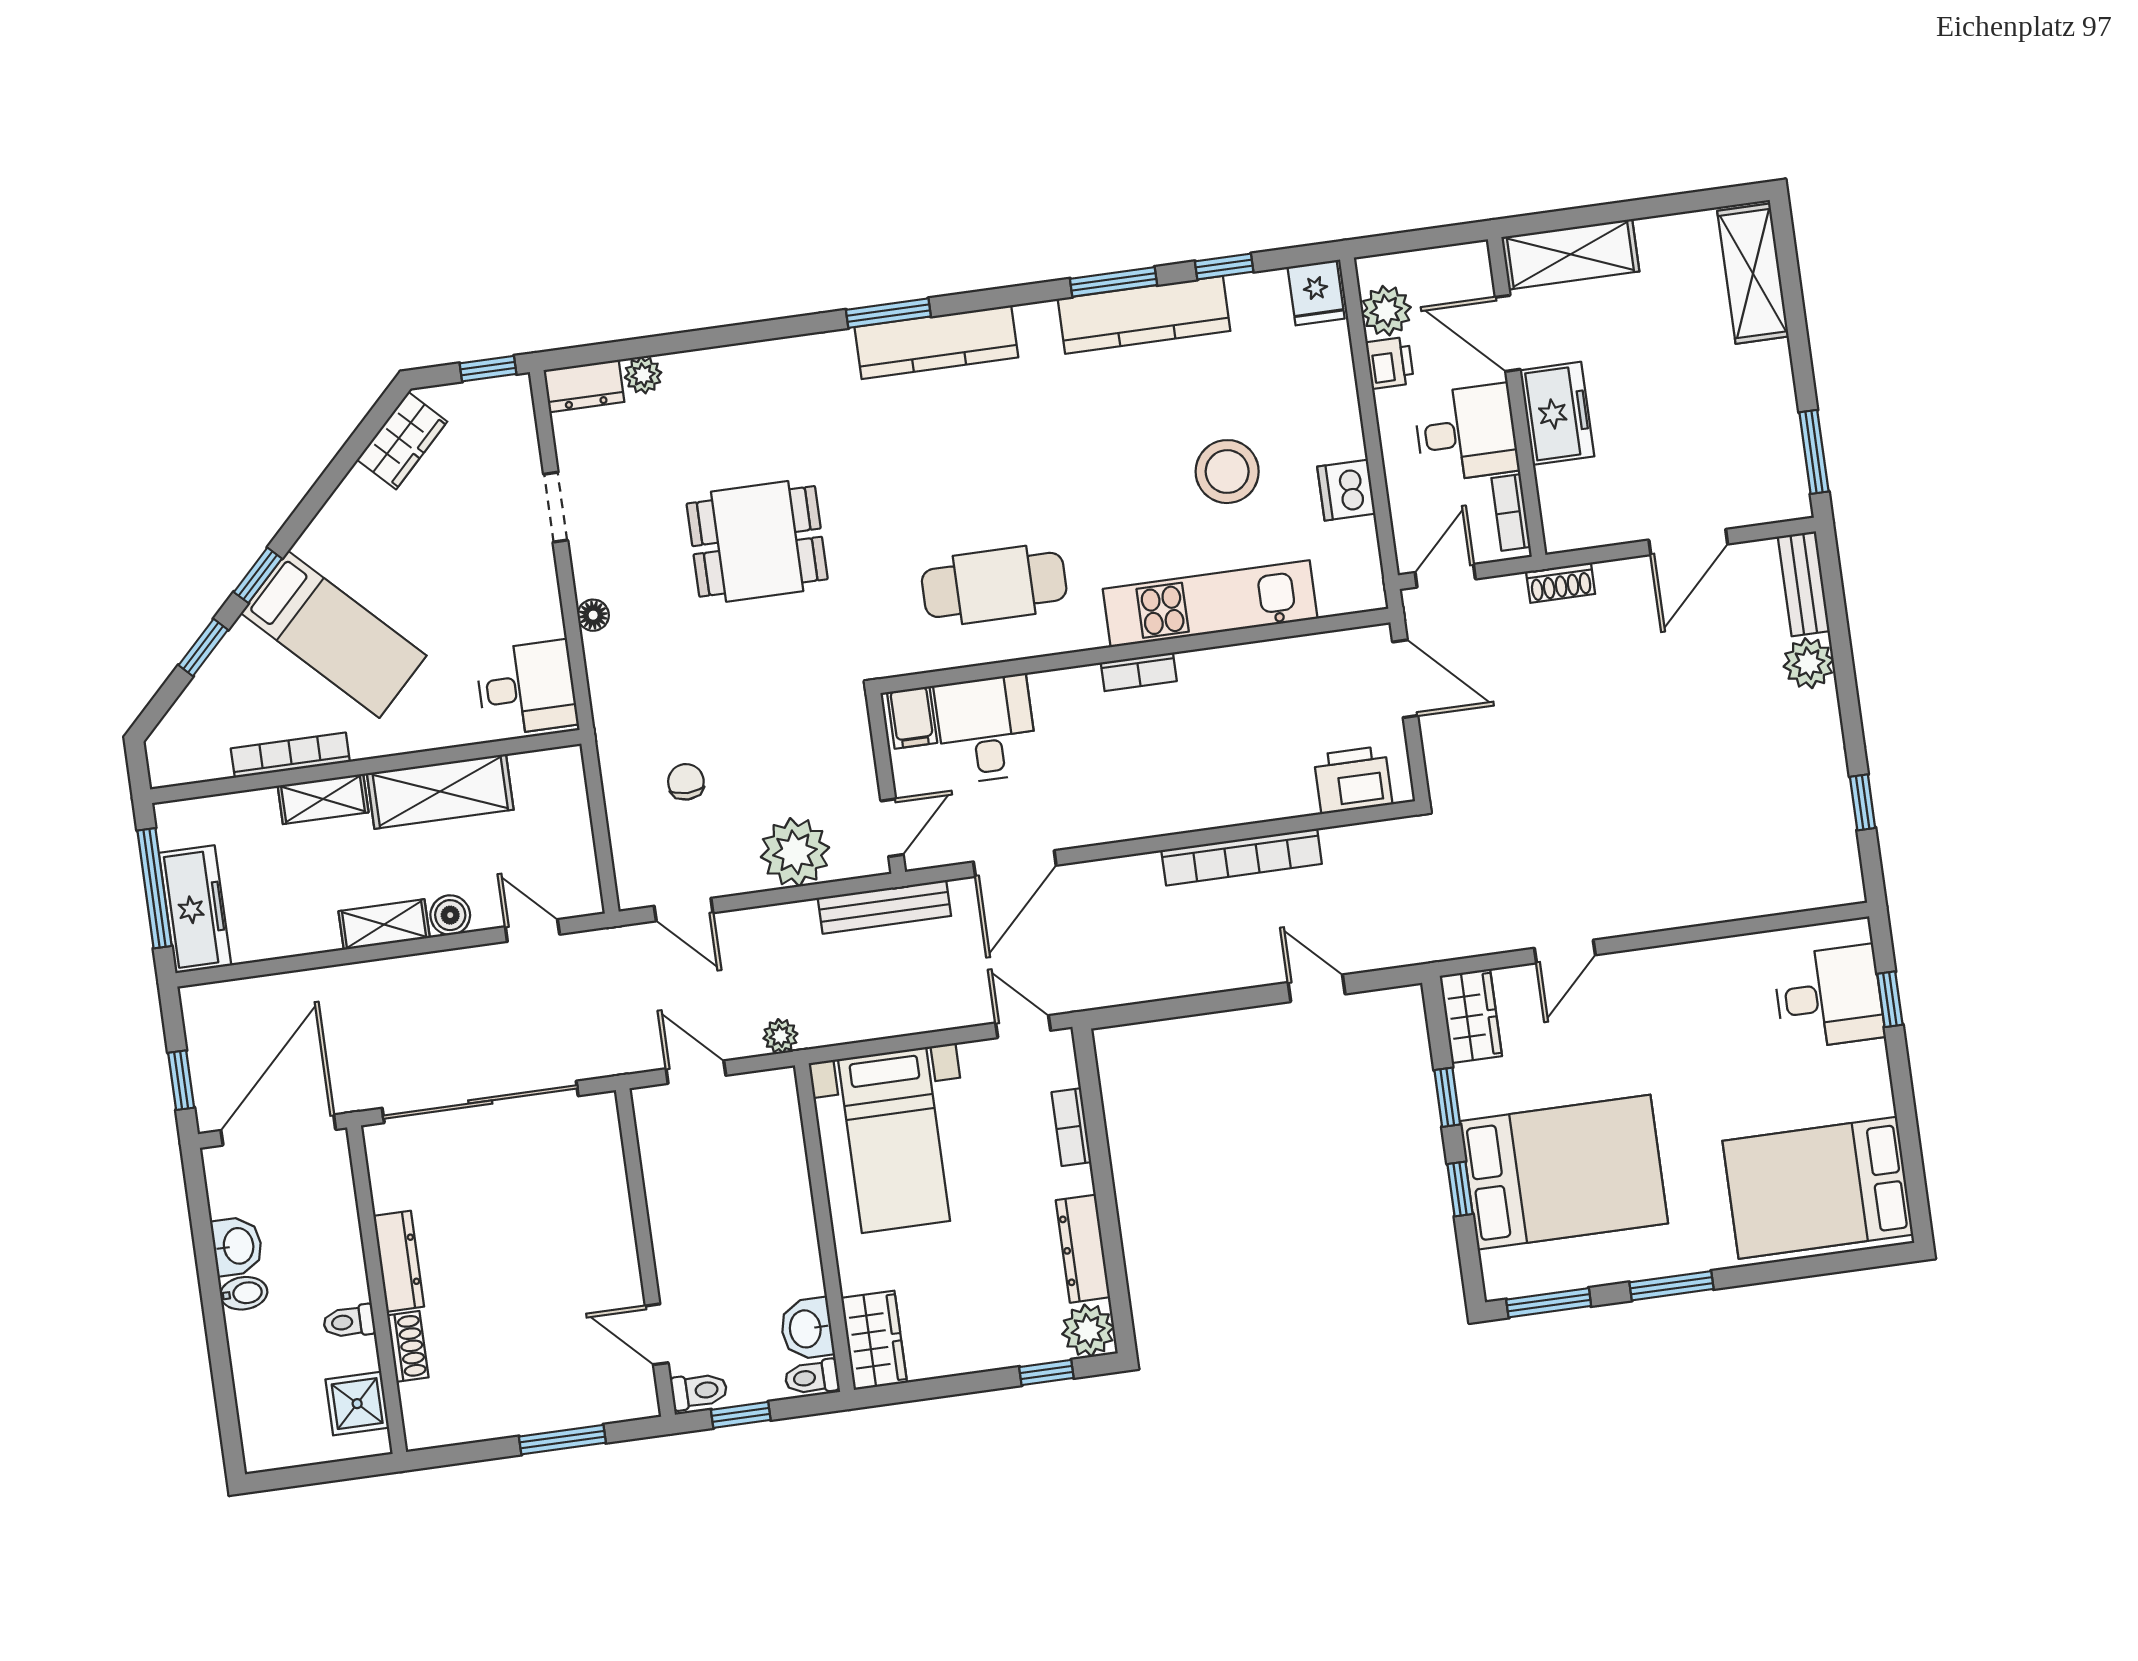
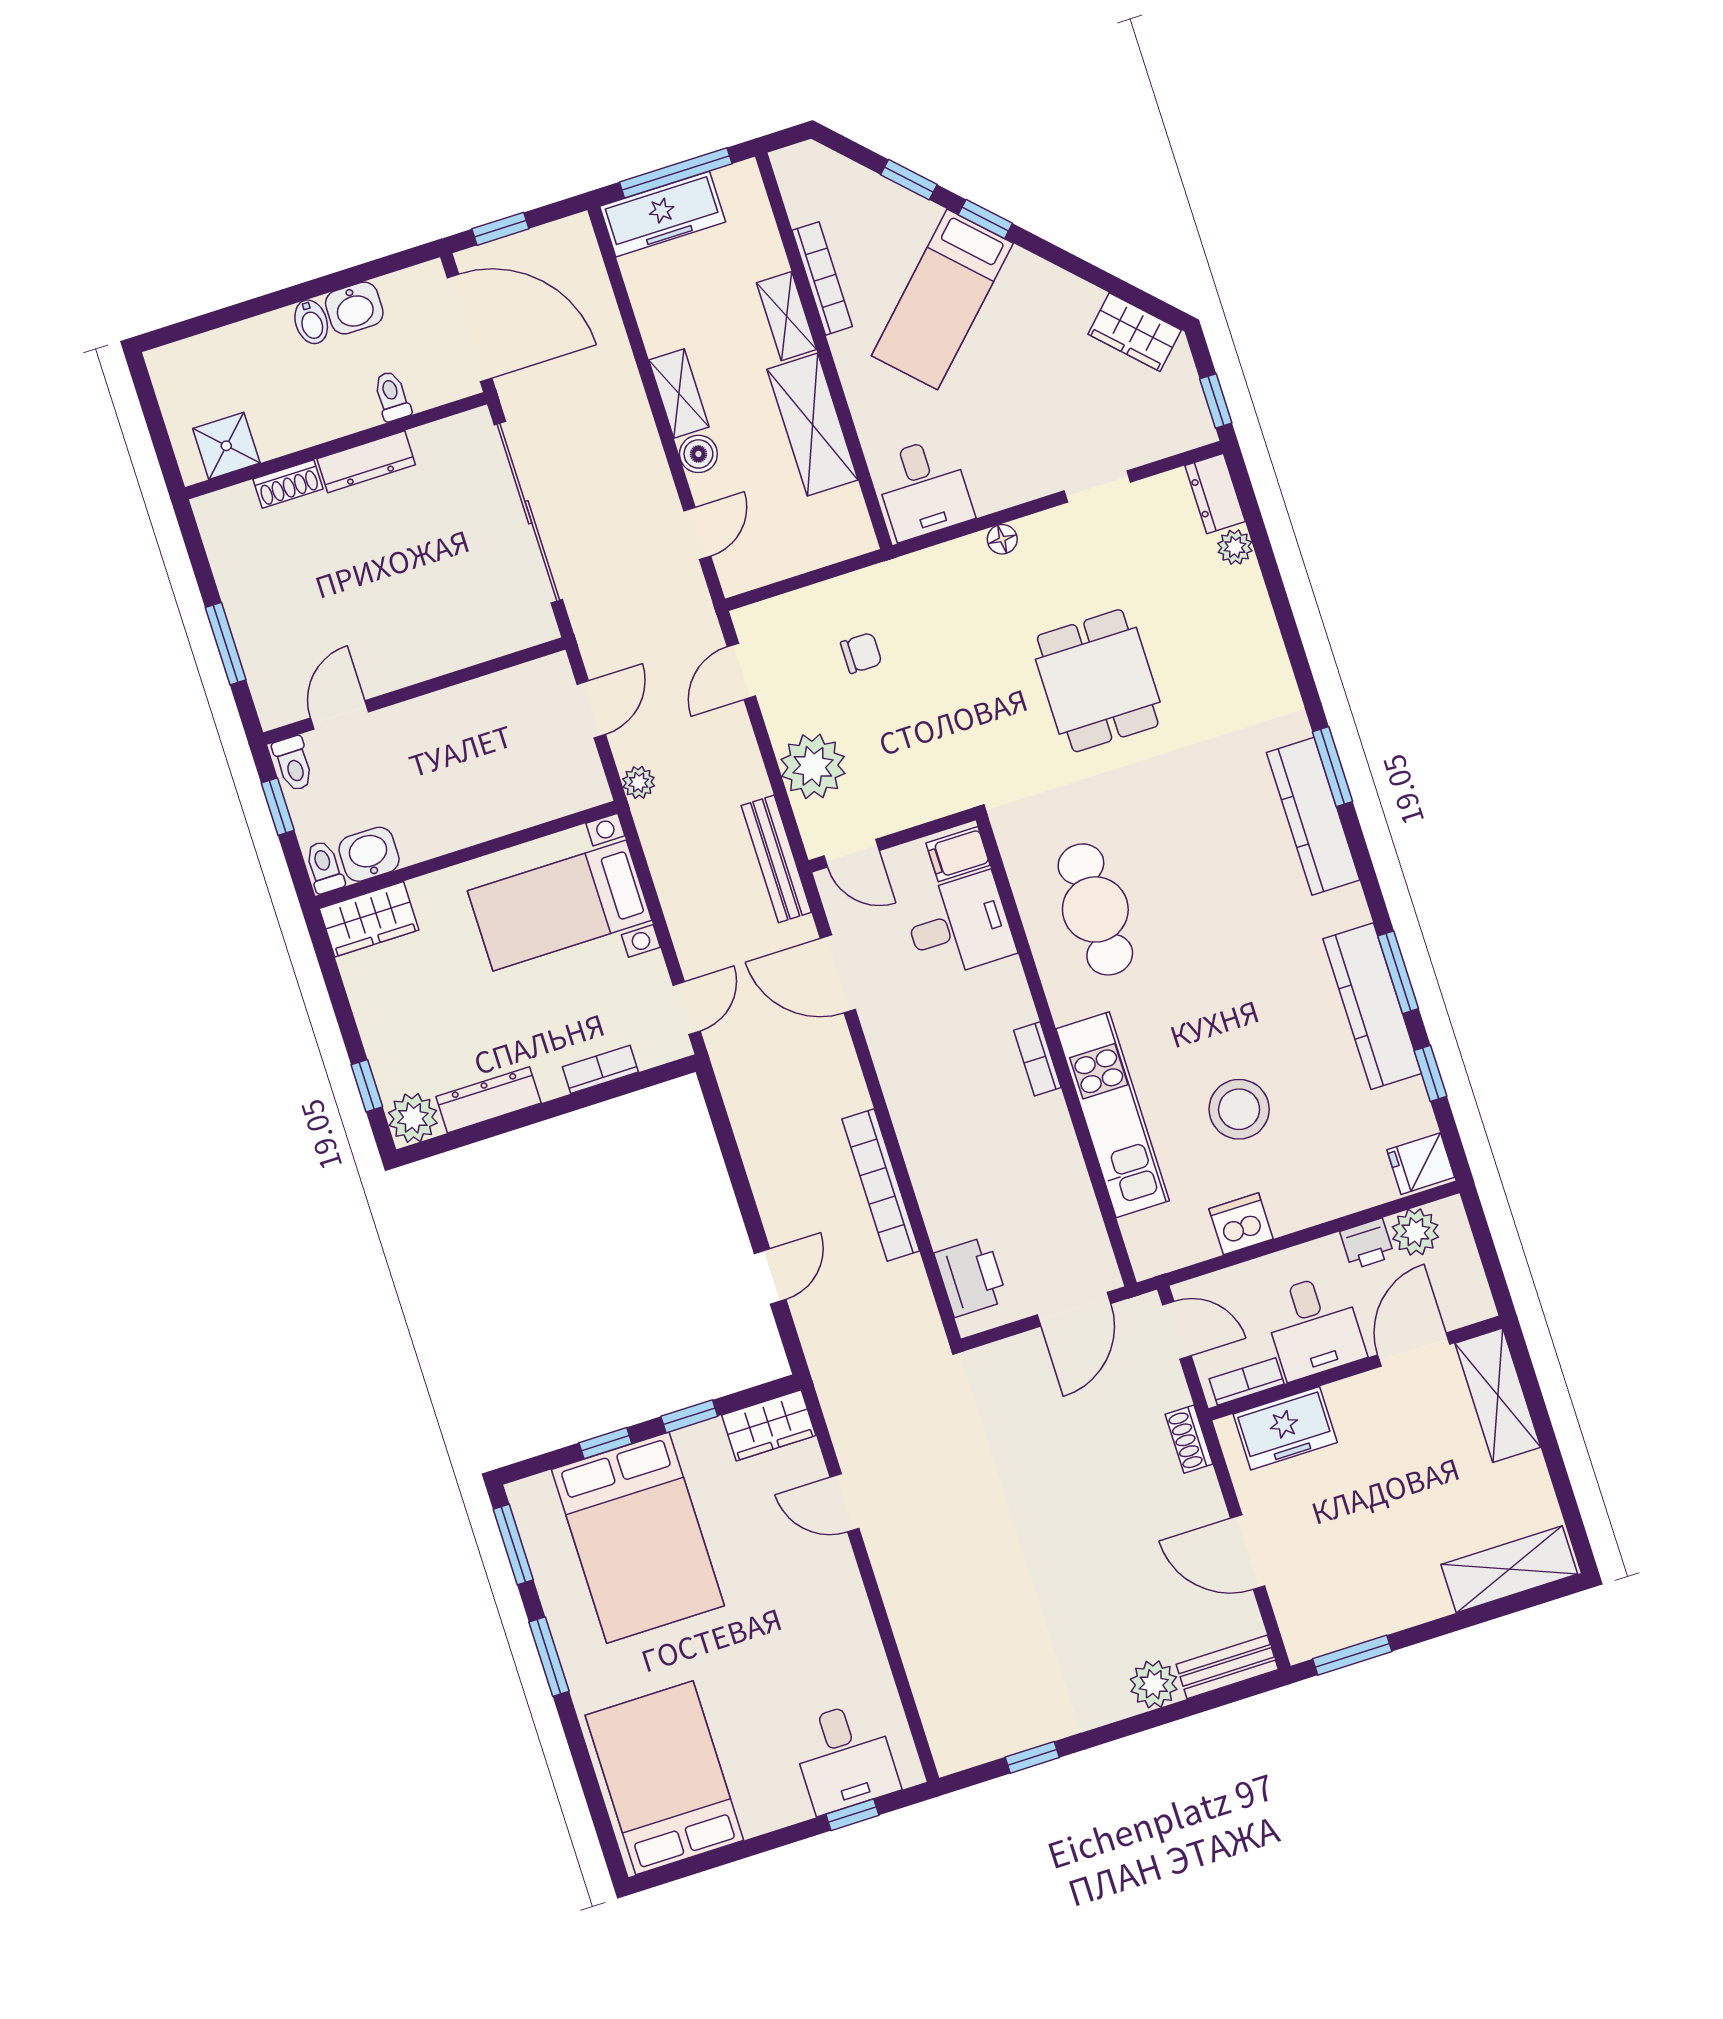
freezer: (1557, 413) -> (1285, 1428), moved
toilet: (349, 1322) -> (392, 396), moved

